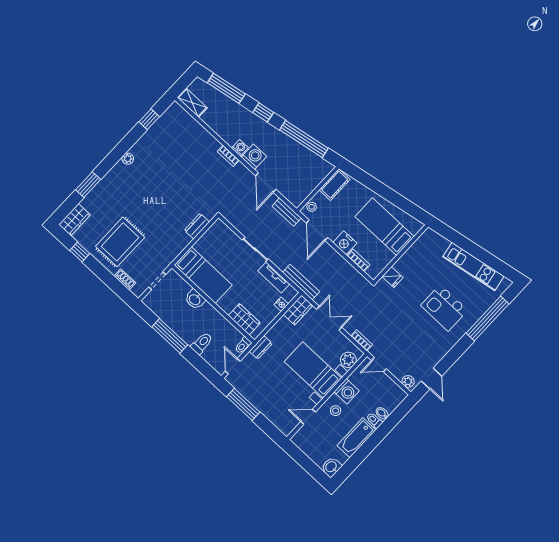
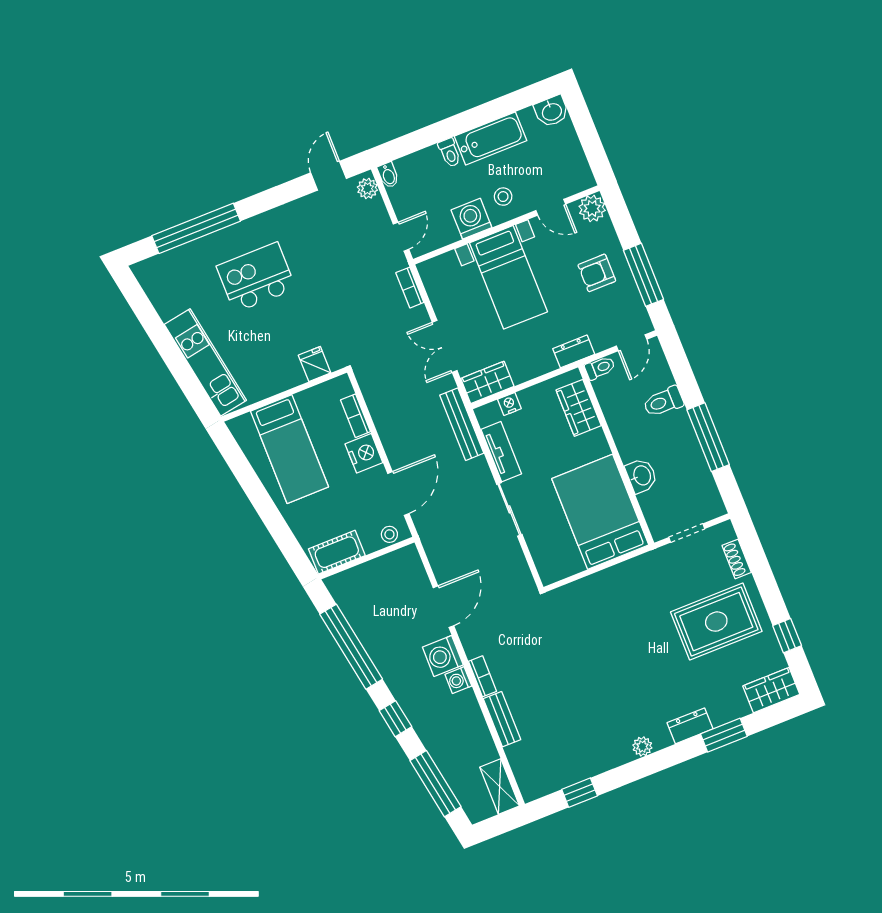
bench: (287, 212) -> (502, 719), moved
dresser: (197, 226) -> (690, 726), moved, turned 180
kitchen unit: (473, 267) -> (205, 362), moved
bed: (203, 275) -> (600, 512), width x1.50
kitchen island: (444, 308) -> (256, 277), turned -90
plant: (348, 360) -> (592, 208), moved
door: (379, 365) -> (401, 237), hinge flipped
armchair: (268, 394) -> (597, 273), added
bidet: (382, 413) -> (388, 175), moved

